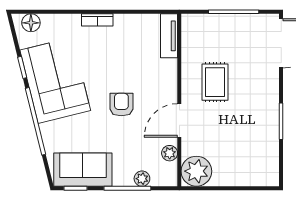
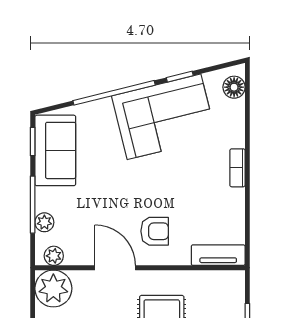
armchair: (121, 105) -> (155, 231), moved
plant: (170, 153) -> (54, 256), moved

